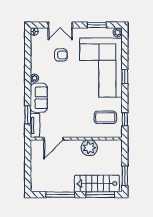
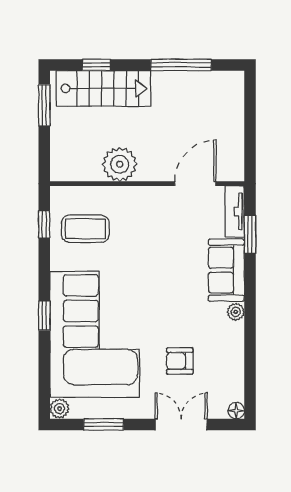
window: (100, 195) -> (96, 65), width x0.46

